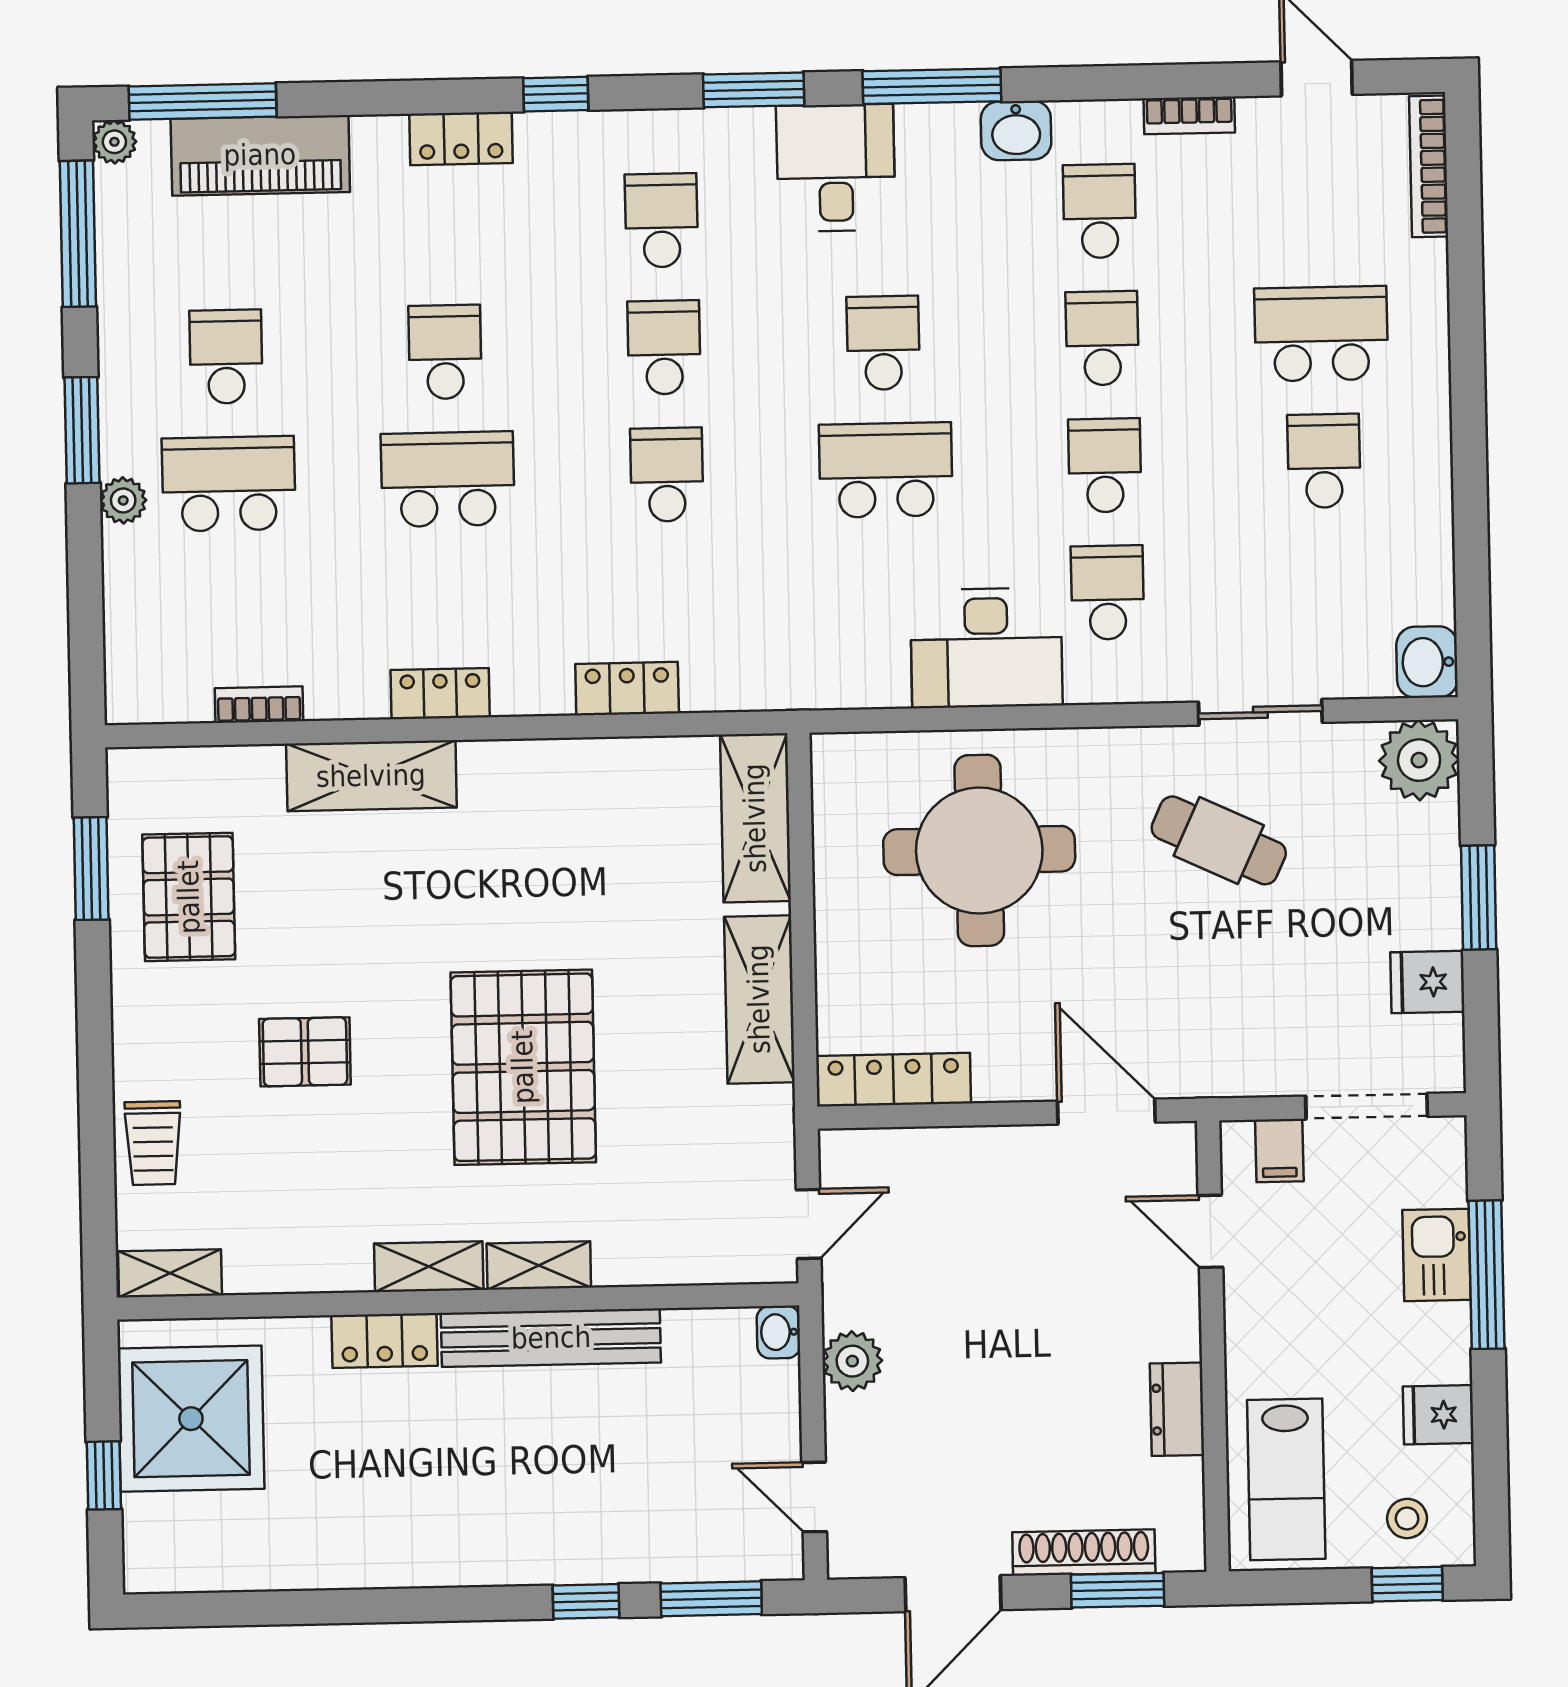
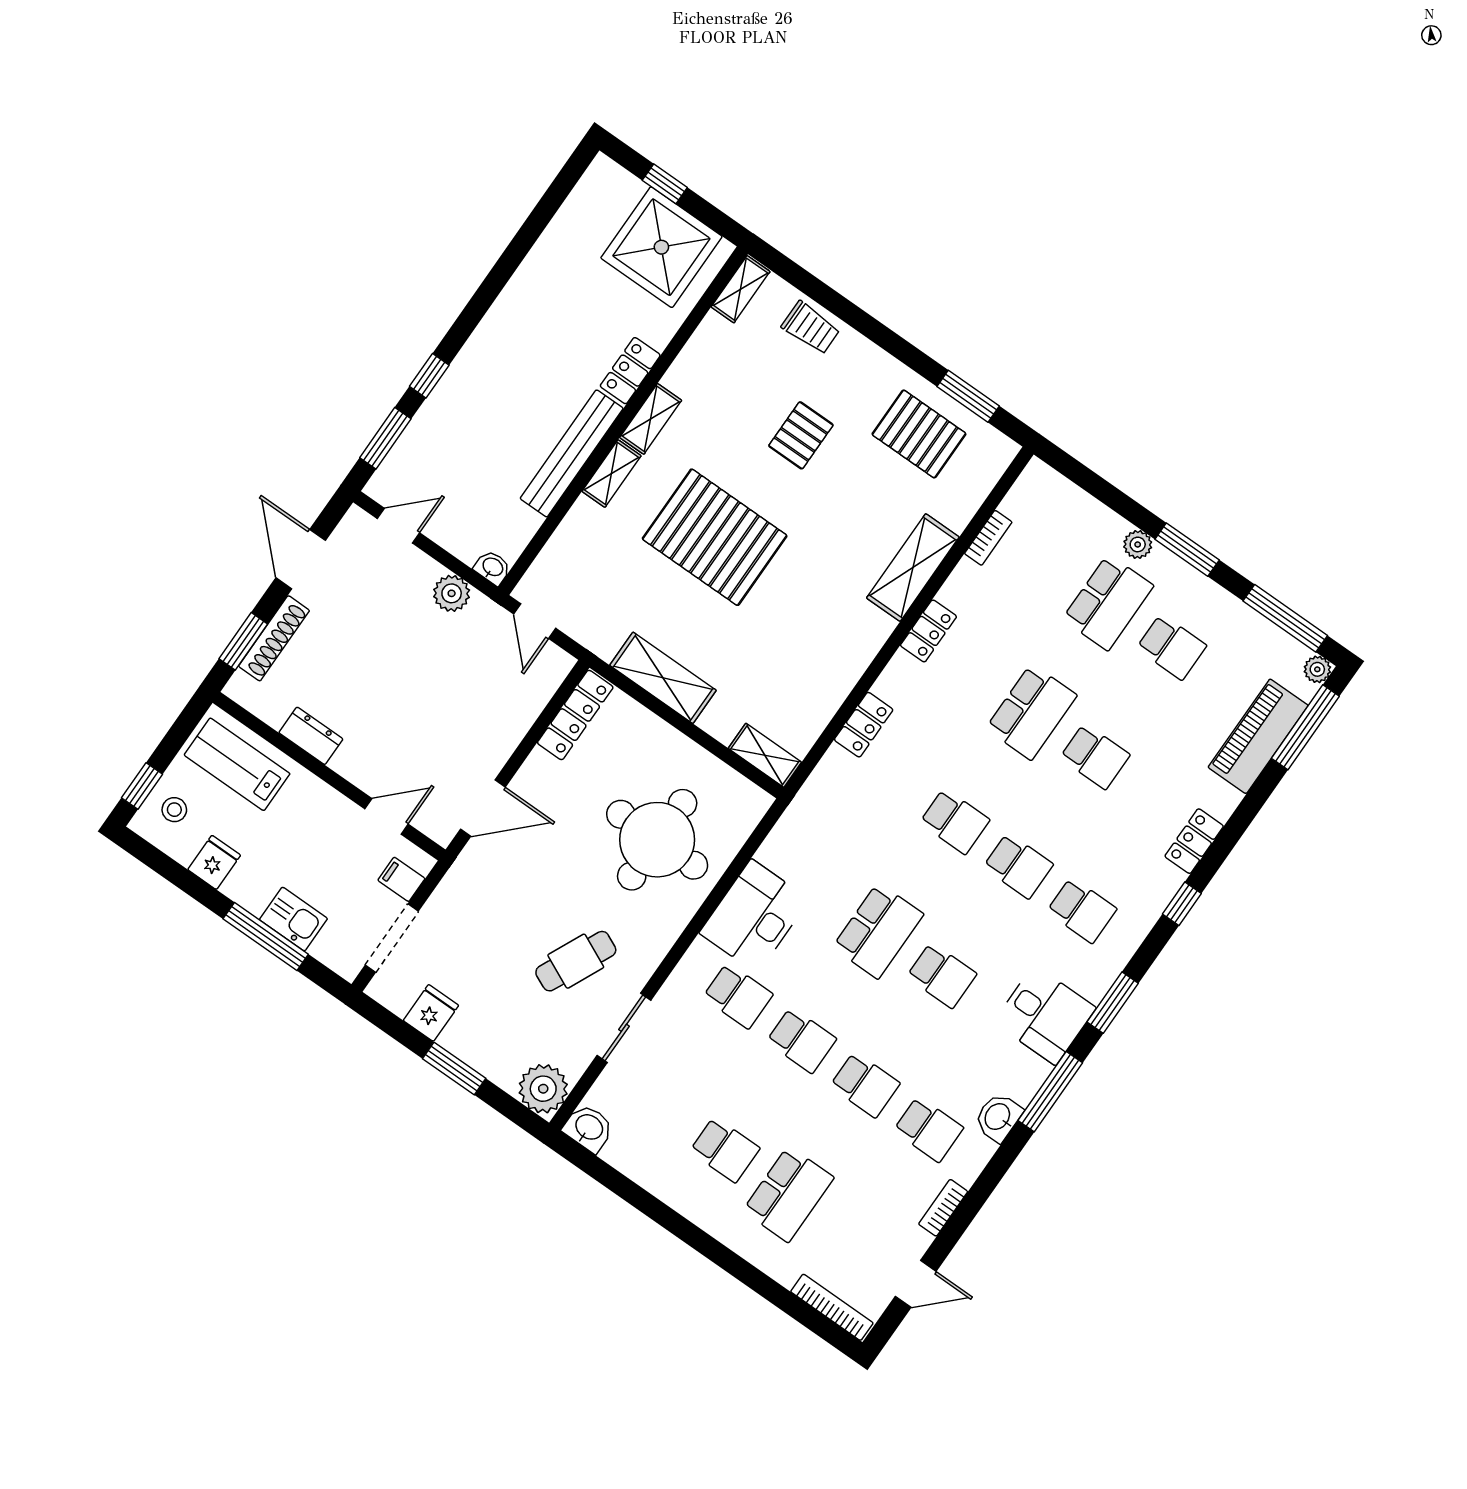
shelving: (755, 818) -> (765, 755), width x0.67, depth x0.75
trolley: (153, 1143) -> (811, 328), turned 180

